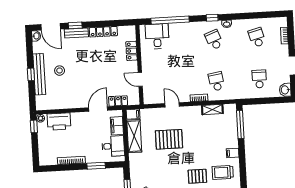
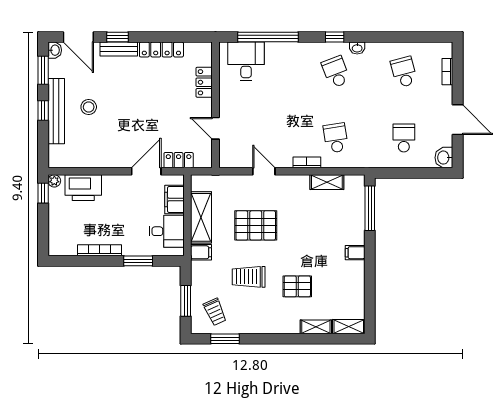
window: (30, 49) -> (43, 70), added
filing cabinet: (133, 114) -> (201, 252), moved
trolley: (223, 172) -> (249, 277), moved

